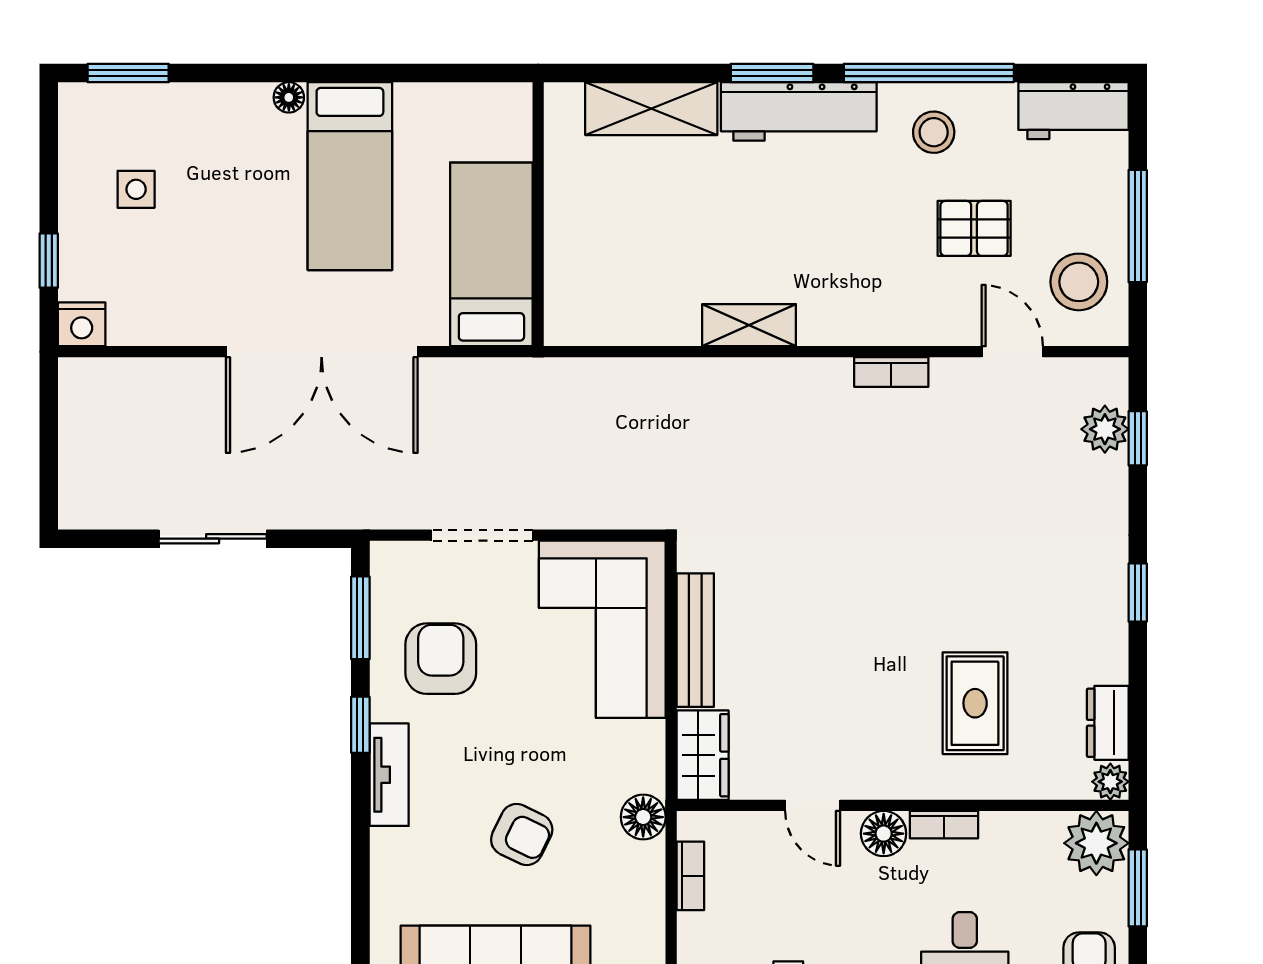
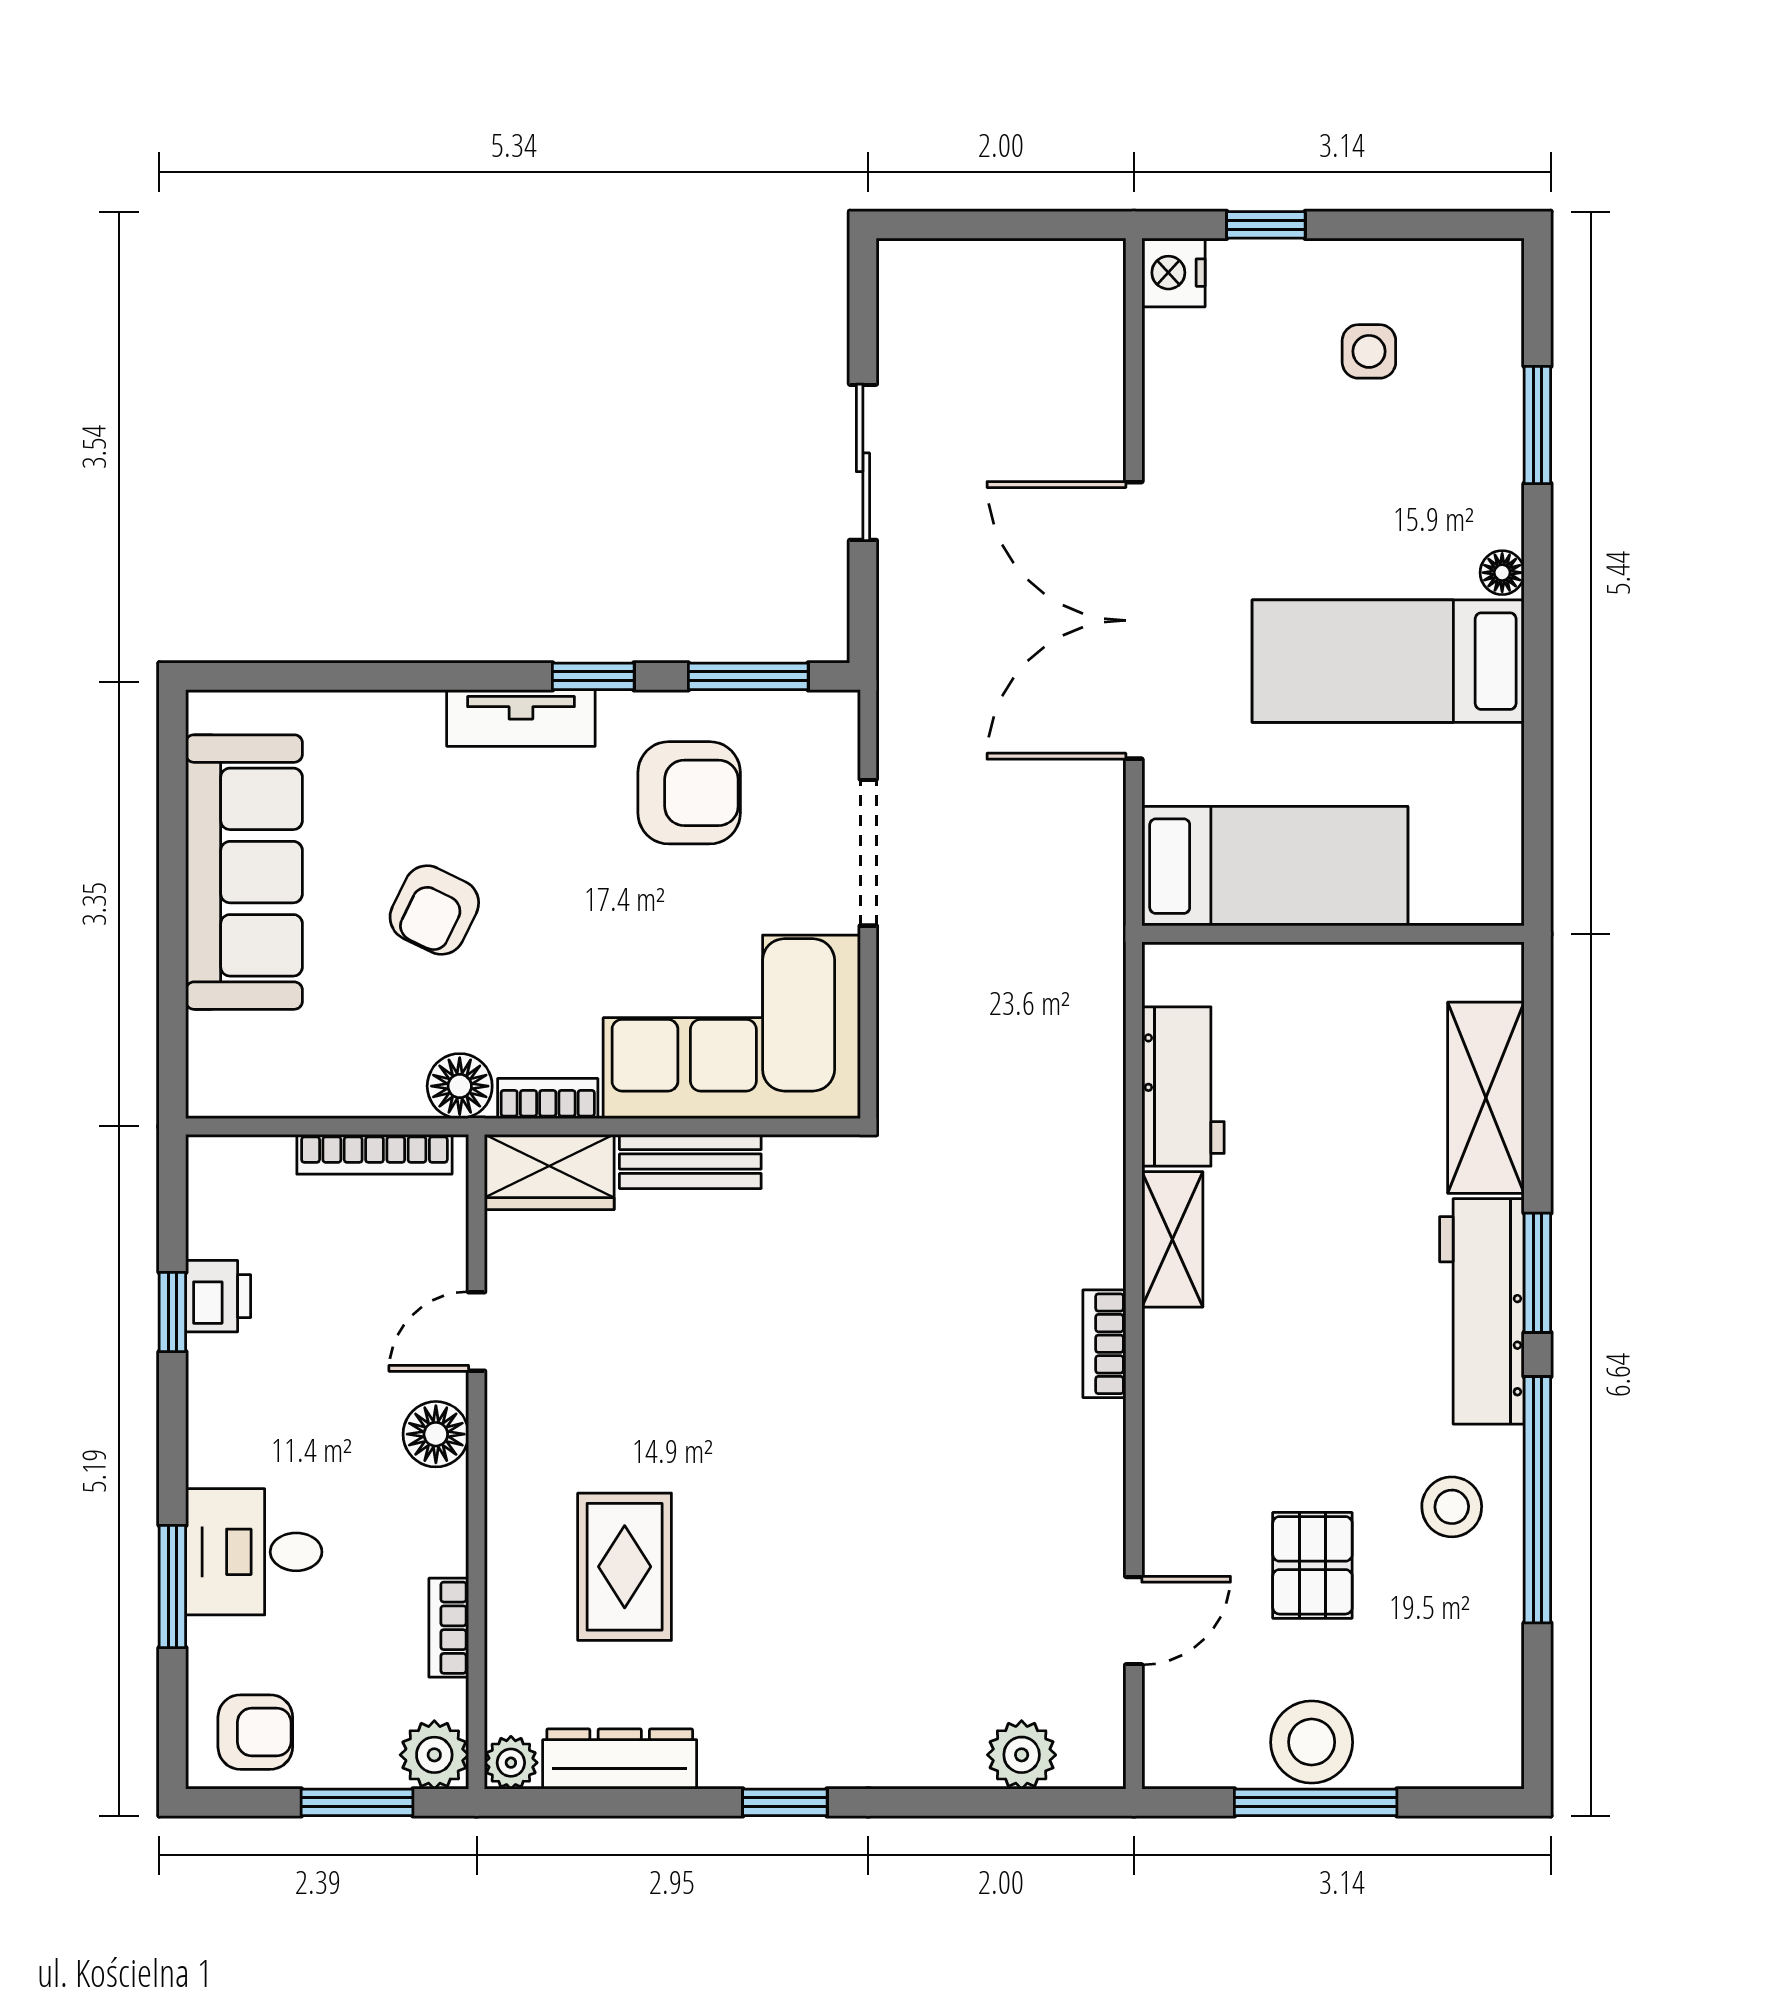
window: (128, 73) -> (1537, 425), moved
workbench: (1073, 111) -> (1183, 1087), moved, turned 180
stool: (1079, 282) -> (1312, 1742), moved
bookcase: (891, 372) -> (1104, 1344), moved
window: (1138, 438) -> (1008, 1802), removed
bench: (695, 640) -> (690, 1162), width x0.73
rug: (975, 703) -> (625, 1567), turned 90
dresser: (1108, 723) -> (620, 1759), width x1.44
bookcase: (652, 756) -> (548, 1098), added
bookcase: (944, 825) -> (449, 1628), moved
plant: (1096, 843) -> (434, 1755), width x0.73, depth x0.73
bookcase: (690, 876) -> (374, 1154), width x1.56

